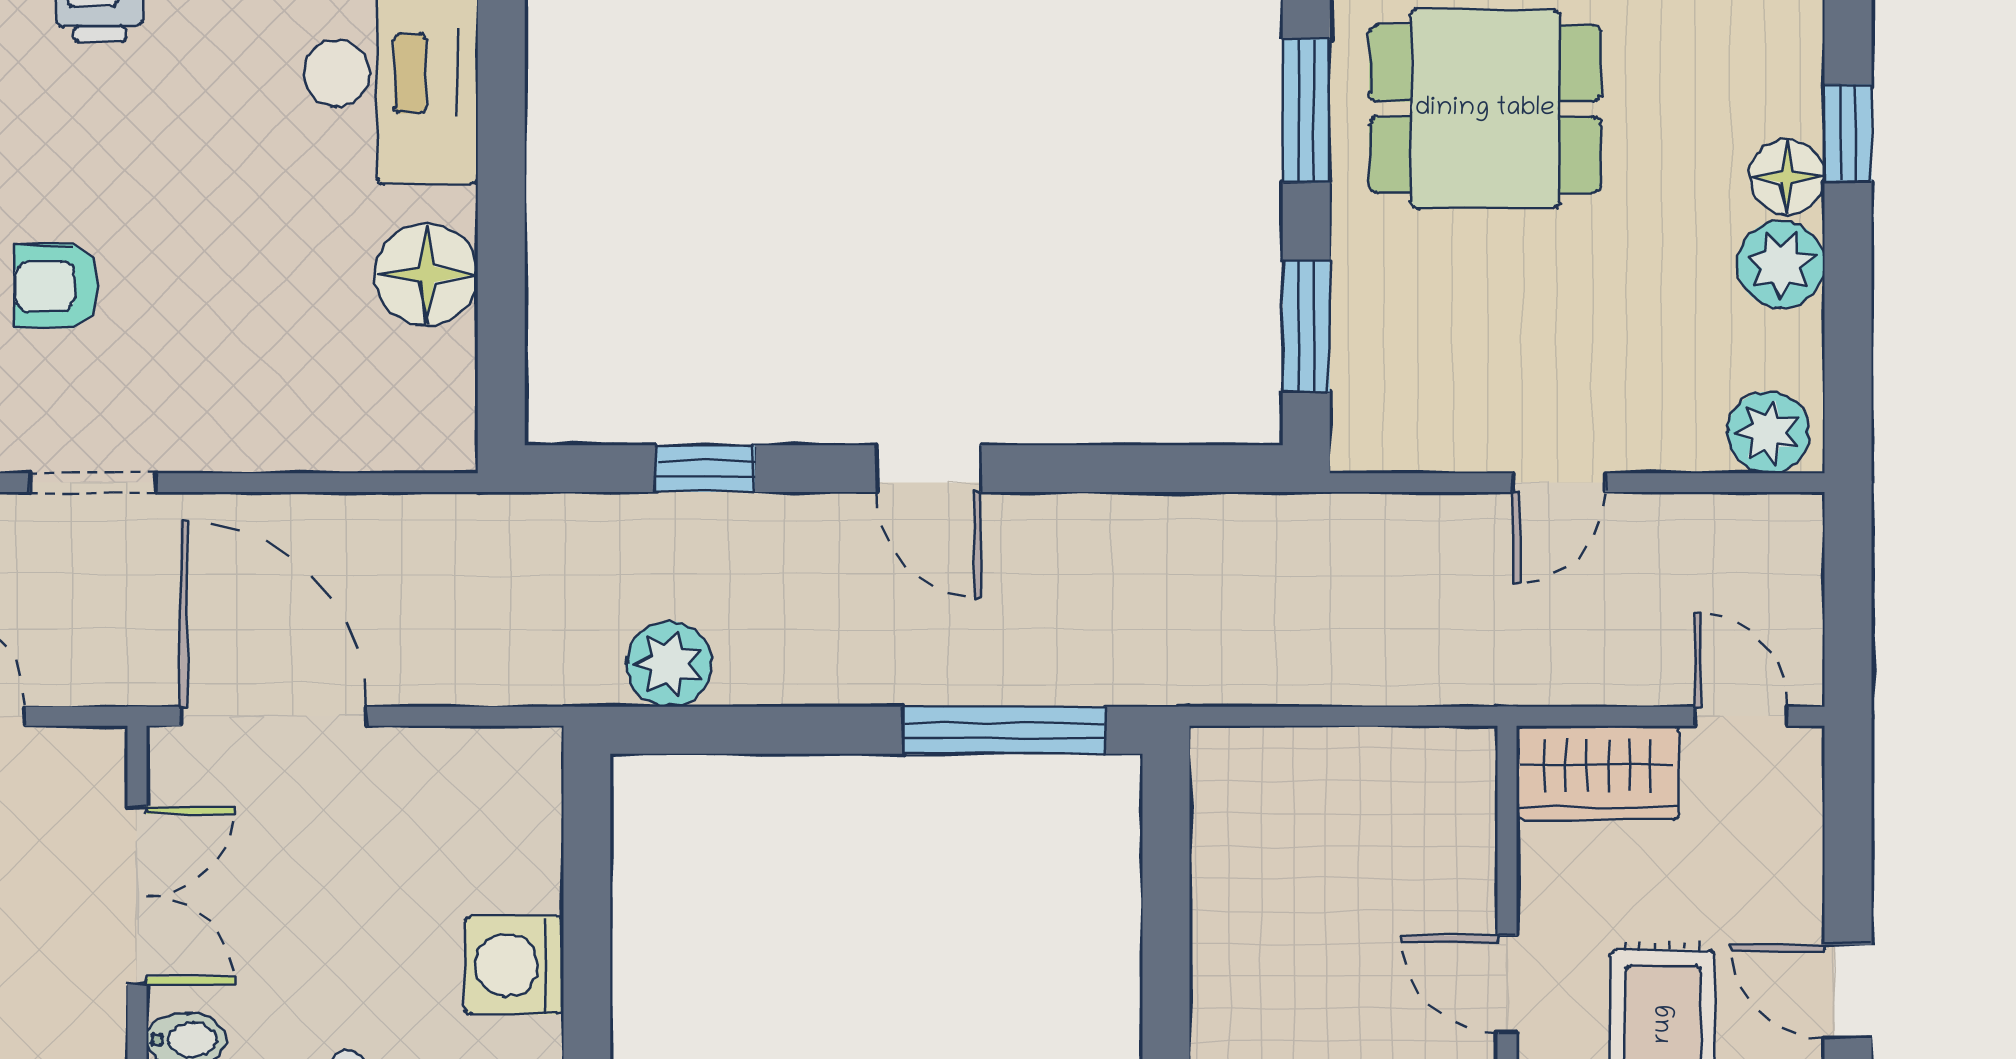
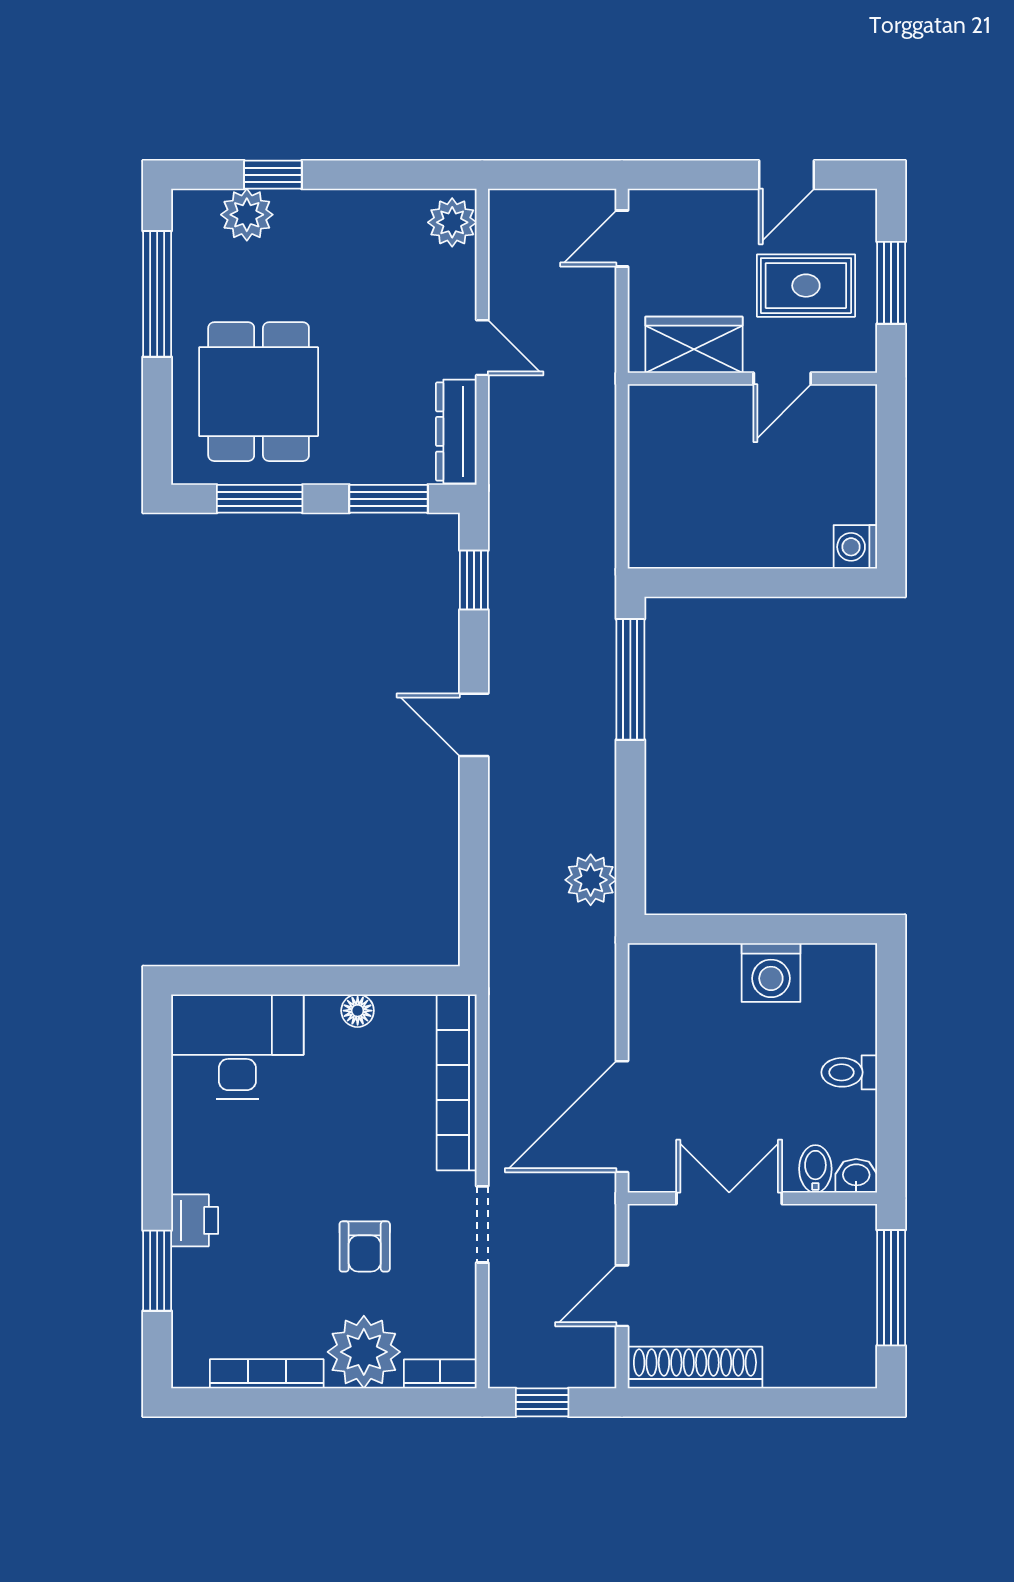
floor lamp: (1787, 177) -> (299, 211), removed
plant: (1781, 264) -> (247, 215), moved
floor lamp: (426, 274) -> (358, 1011), width x0.53, depth x0.53
dresser: (1419, 439) -> (456, 431), added
bookcase: (331, 440) -> (457, 1082), added
window: (705, 469) -> (474, 580), moved
door: (928, 469) -> (474, 725), swing flipped
wardrobe: (1598, 773) -> (694, 345), moved, turned -90

